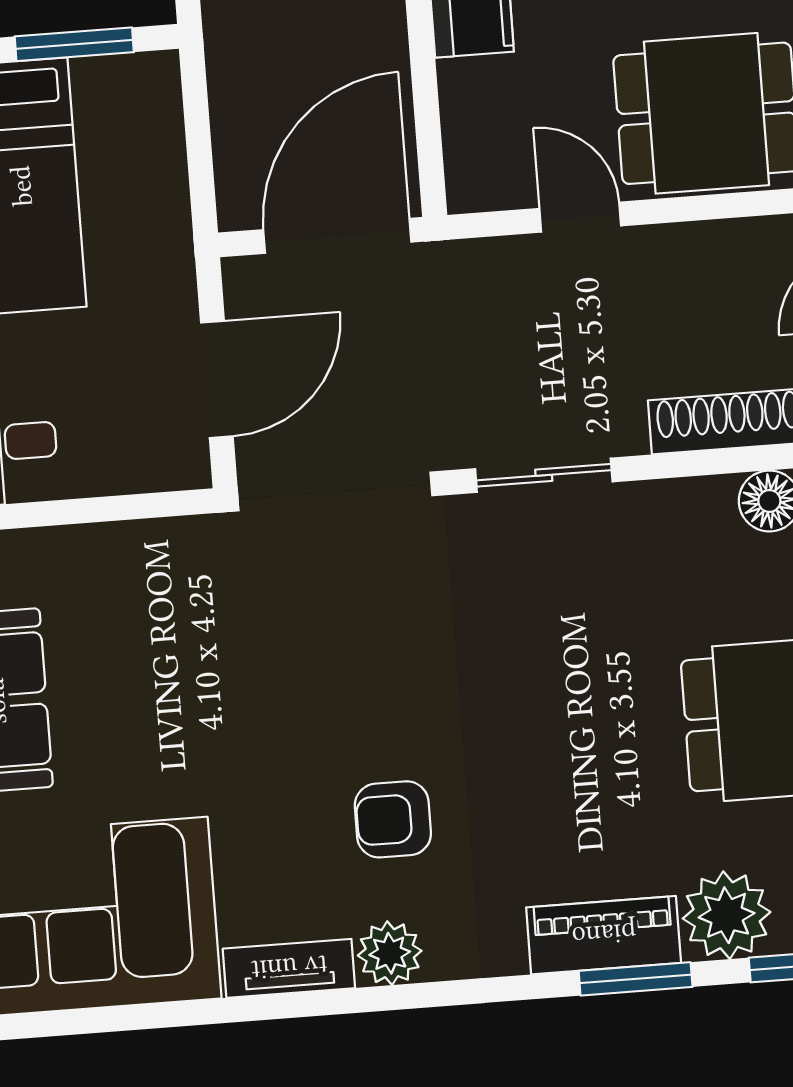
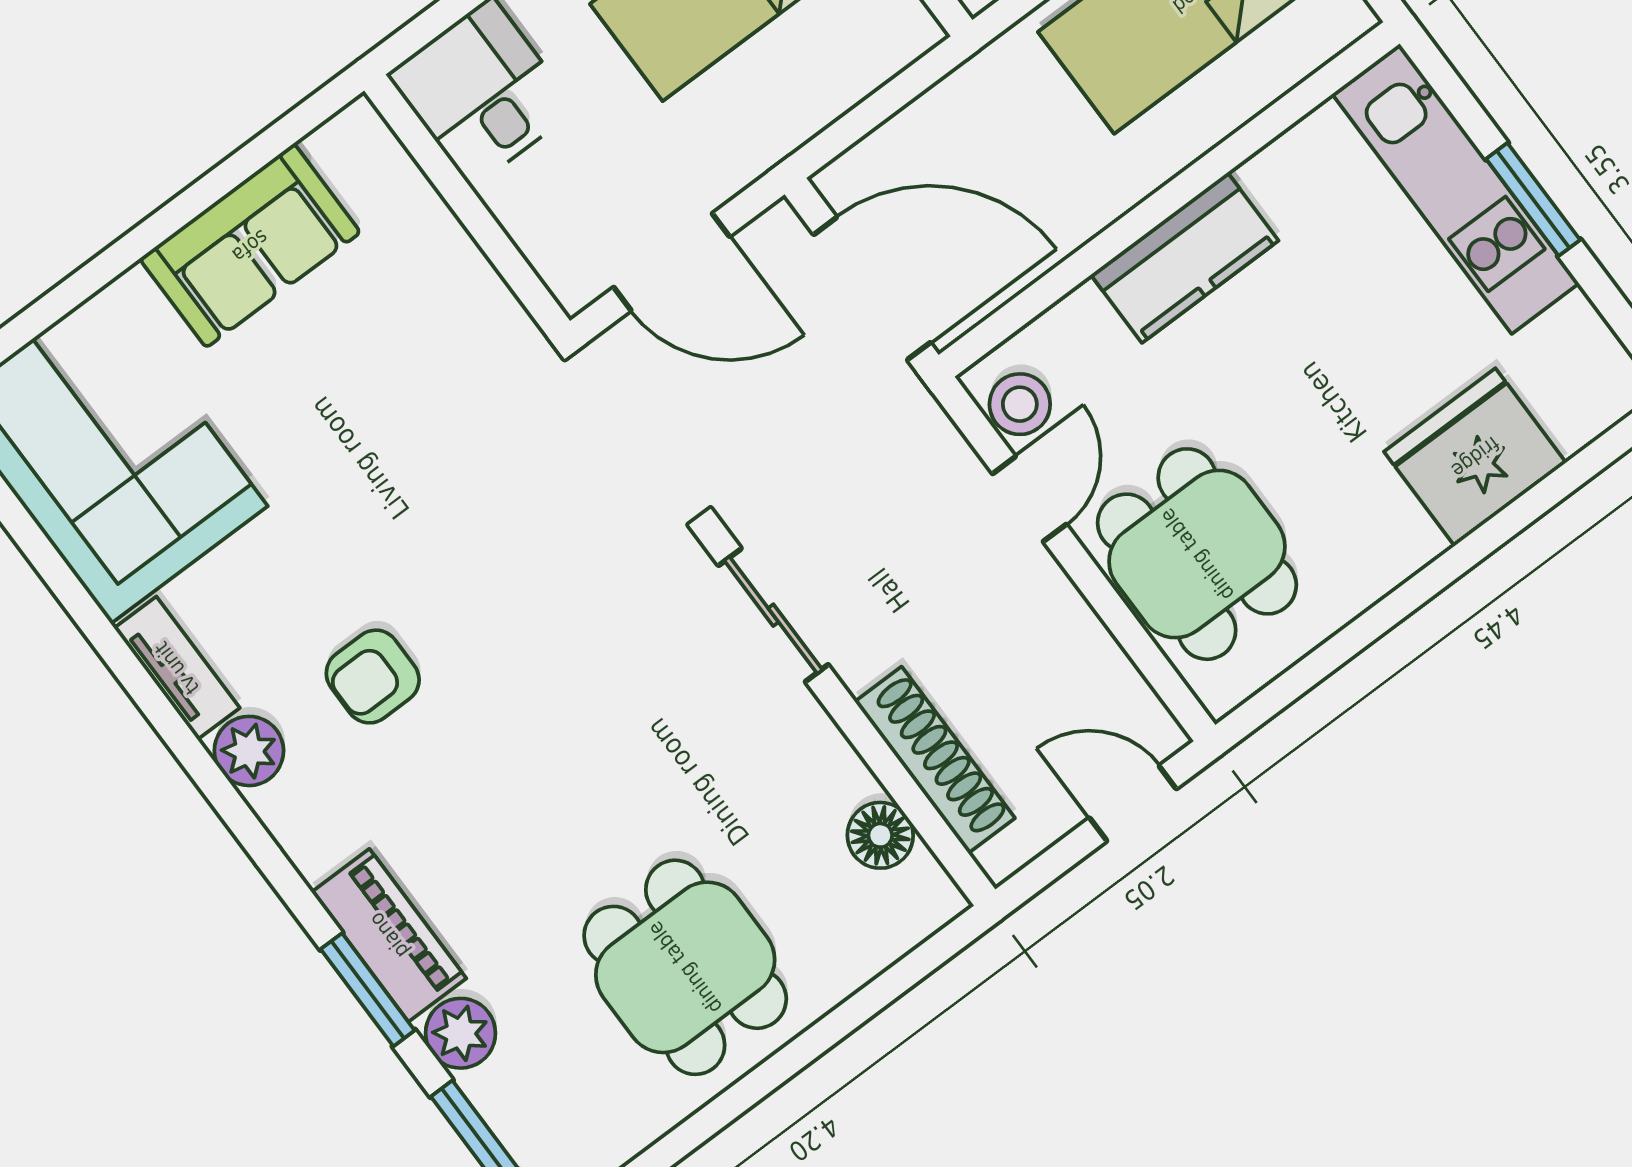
stool: (501, 178) -> (1020, 404), added
armchair: (393, 819) -> (373, 677), turned -90
plant: (727, 915) -> (461, 1033), width x0.73, depth x0.73

